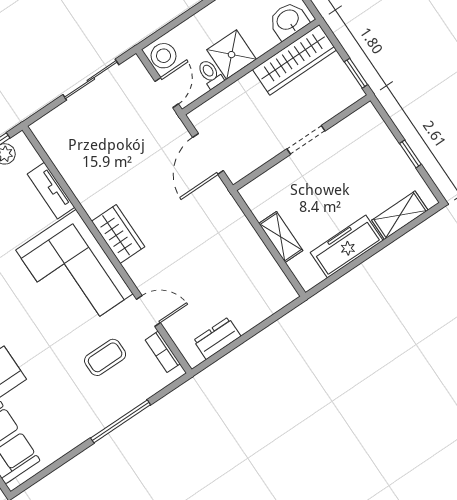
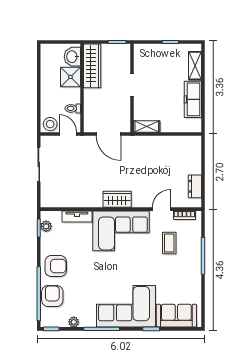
shower: (231, 55) -> (70, 77), moved
shelving: (281, 237) -> (147, 126), moved

